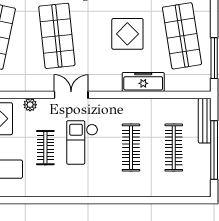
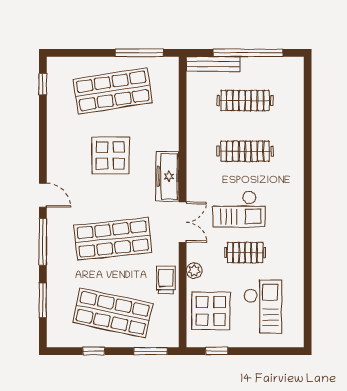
trolley: (22, 81) -> (166, 280), added
freezer: (143, 82) -> (167, 176), moved
double door: (71, 95) -> (183, 222), swing flipped

